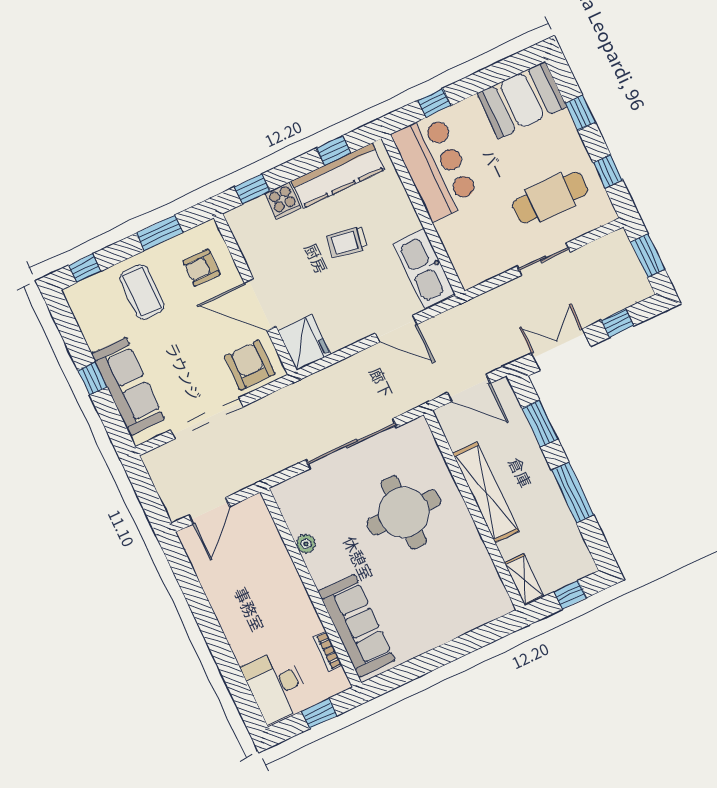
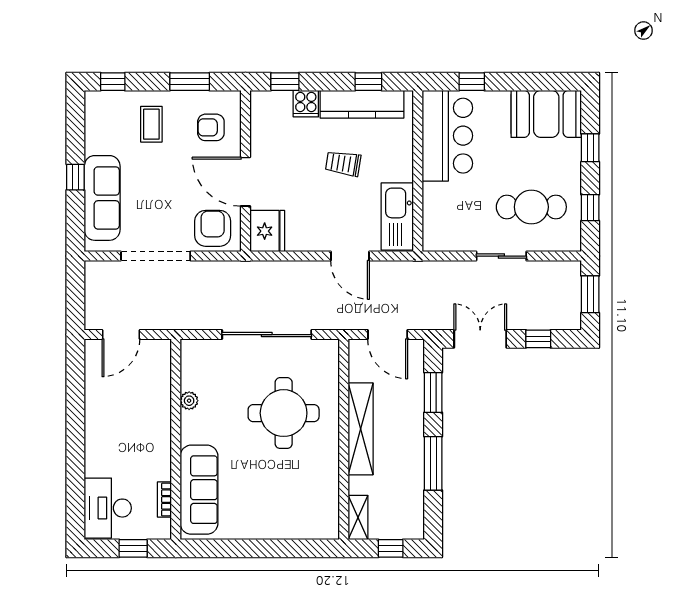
coffee table: (142, 292) -> (151, 124), width x0.73, depth x0.77

